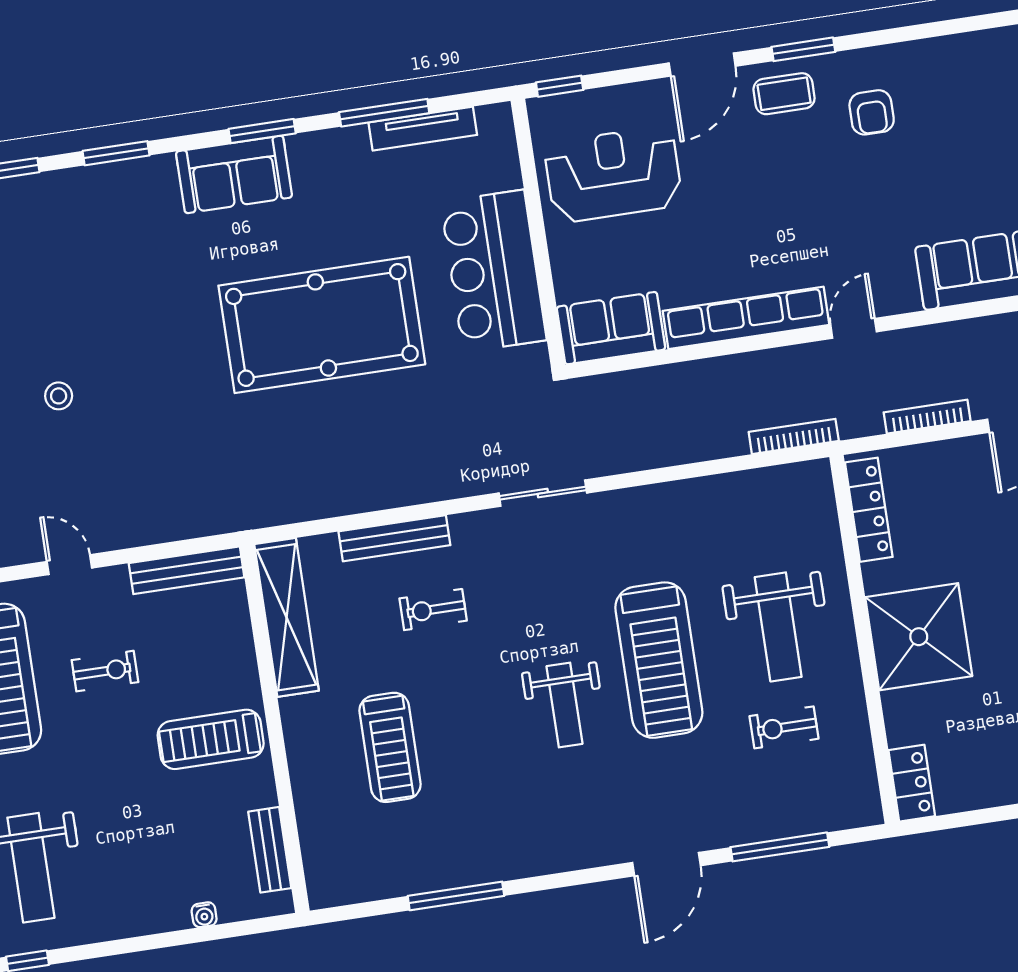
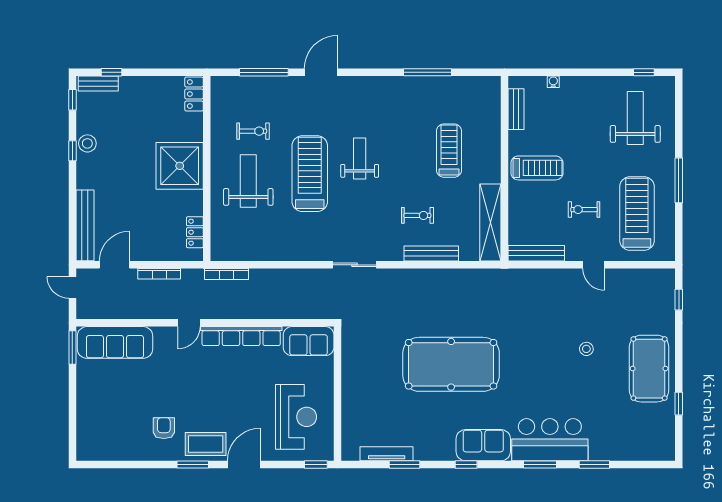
coffee table: (784, 94) -> (206, 444), width x1.36, depth x1.30
window: (384, 113) -> (404, 464), width x0.69
window: (262, 131) -> (466, 464), width x0.67
reception desk: (613, 174) -> (296, 417), turned -90
bar counter: (494, 271) -> (550, 440), moved, turned -90
locker: (869, 510) -> (195, 232), width x0.66

